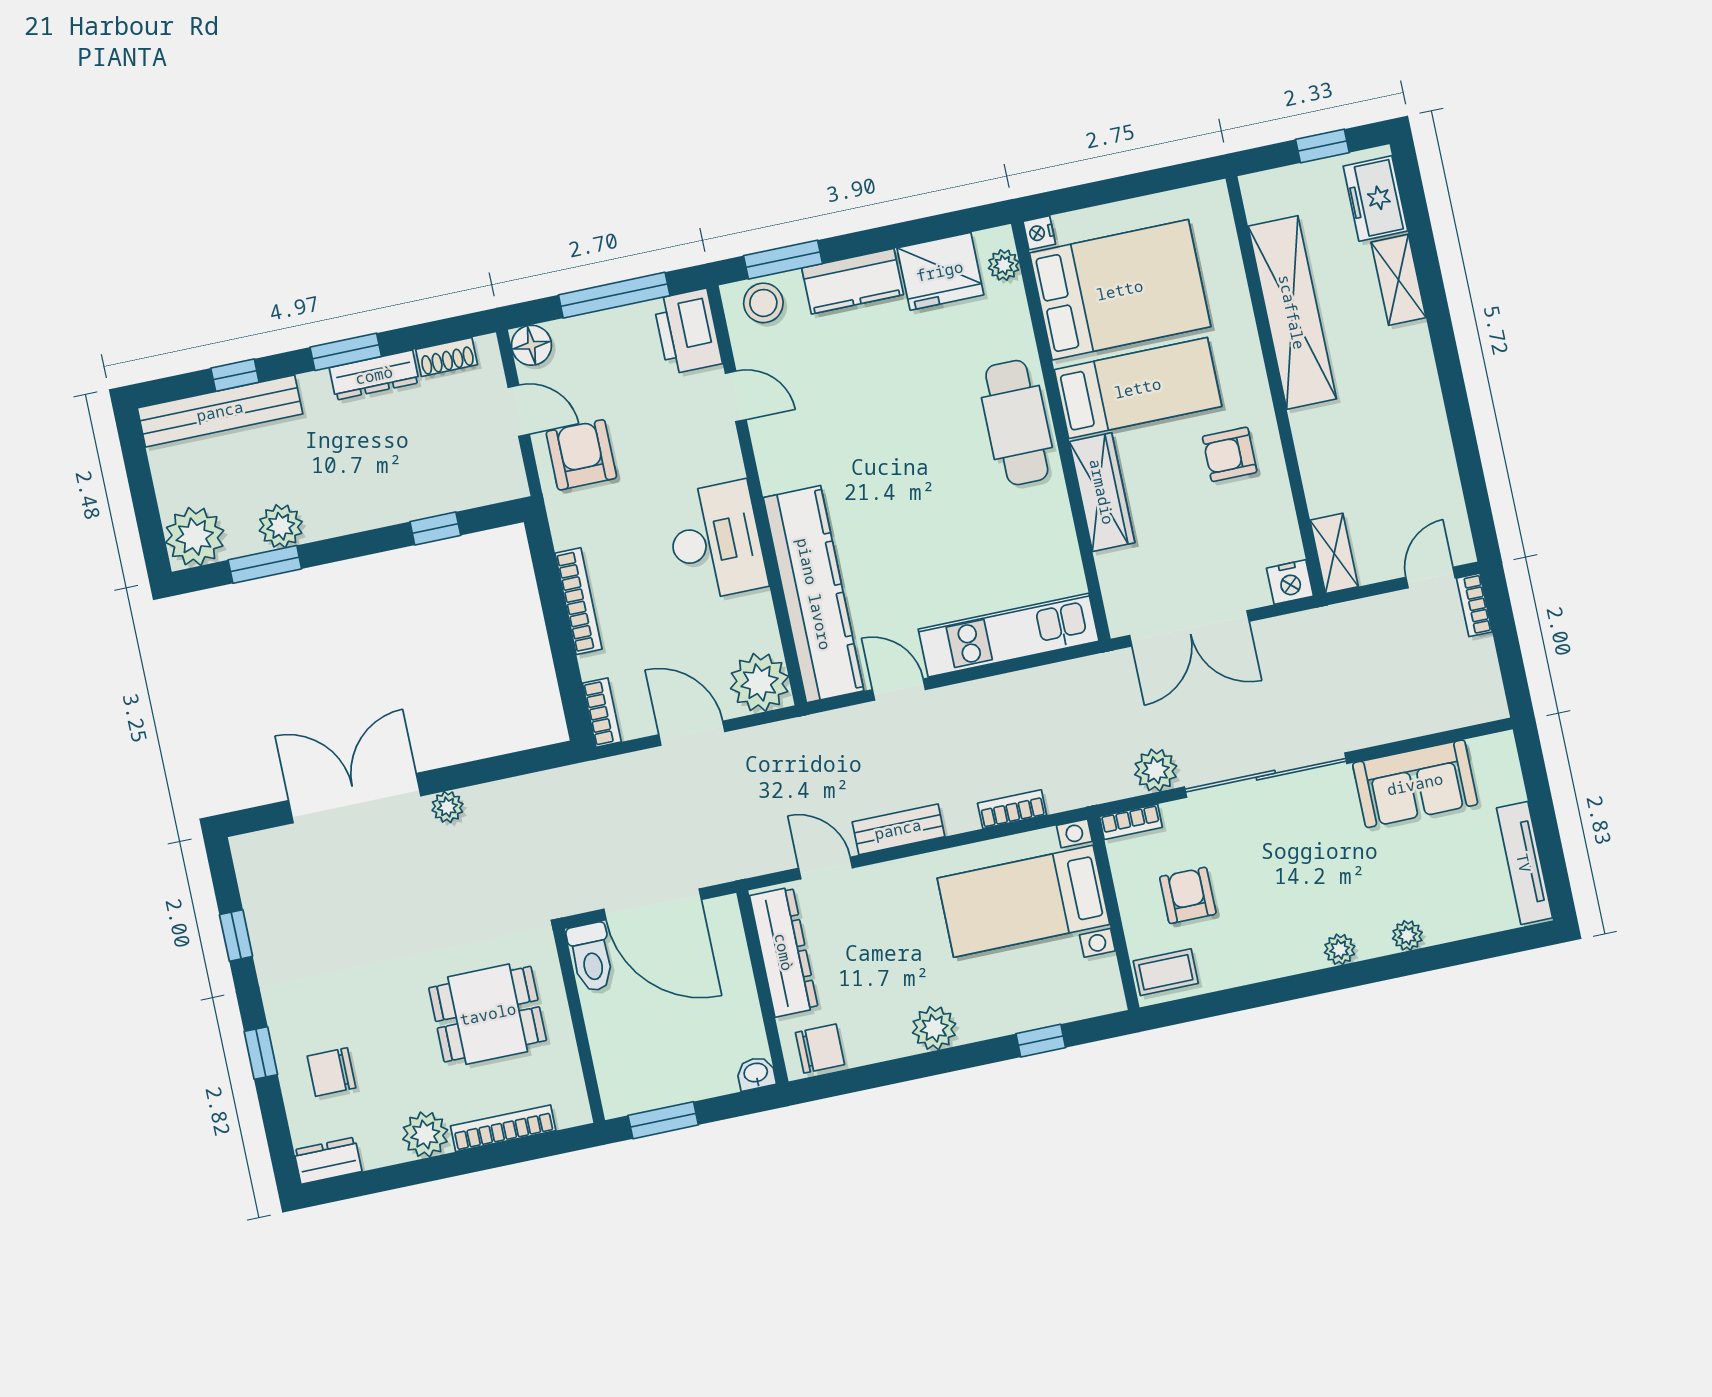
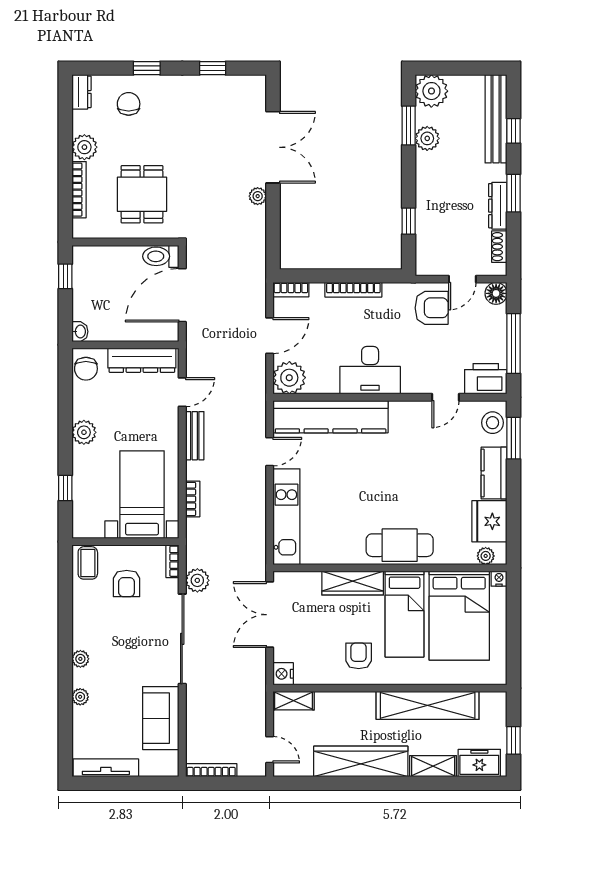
wardrobe: (1417, 411) -> (361, 761), added
bookcase: (1474, 605) -> (211, 770), moved, width x1.56
armchair: (1188, 895) -> (127, 583), turned 90
window: (663, 1120) -> (65, 276), width x0.67

